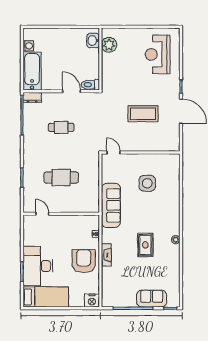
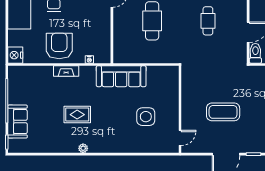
coffee table: (143, 114) -> (223, 112), turned 90
door: (114, 152) -> (180, 138), moved
armchair: (84, 261) -> (59, 46), turned -90

